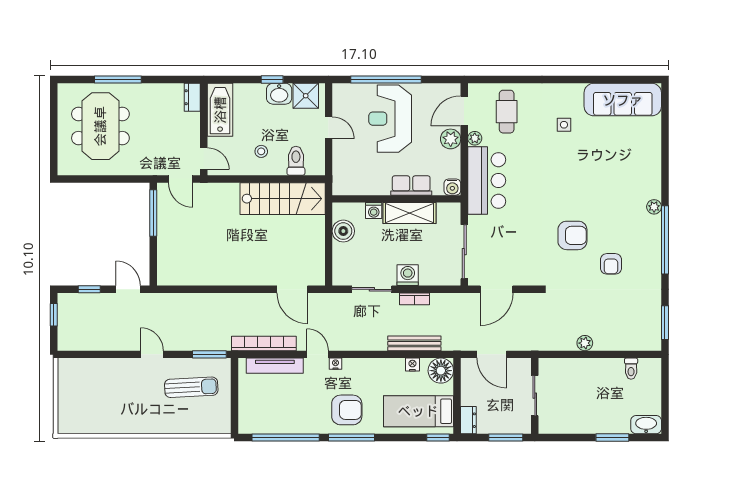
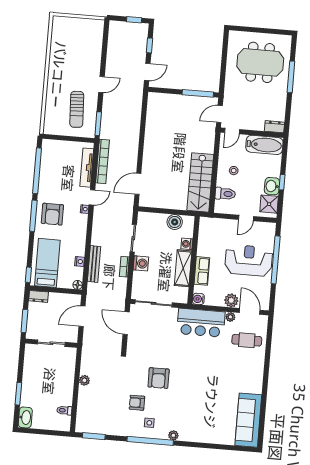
side table: (564, 125) -> (149, 423), moved
floor lamp: (441, 371) -> (78, 285), width x0.53, depth x0.53

